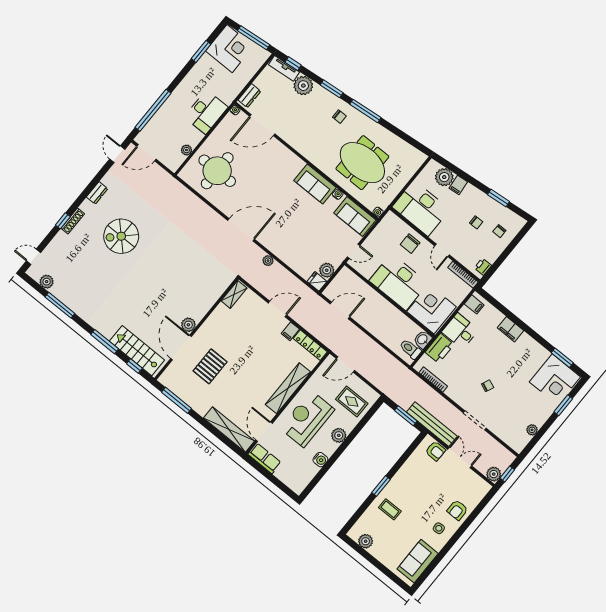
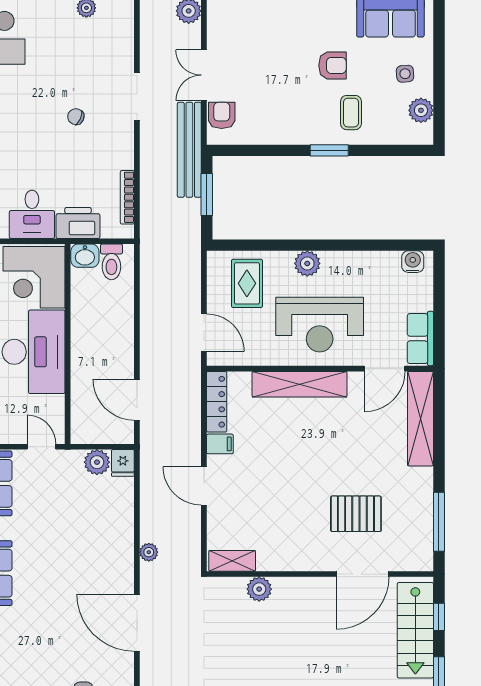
plant: (188, 325) -> (259, 589), moved
water cooler: (320, 460) -> (413, 262), moved
armchair: (457, 510) -> (333, 65), moved
side table: (439, 528) -> (405, 74), moved

